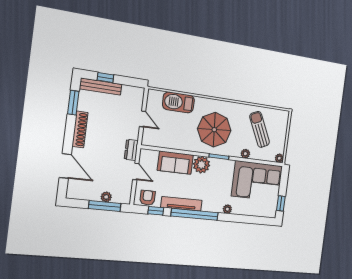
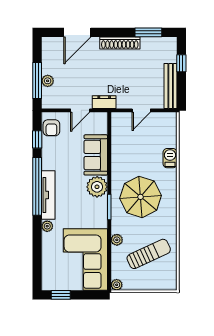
bench: (101, 87) -> (171, 86), moved
barbecue: (178, 102) -> (170, 158), width x0.53, depth x0.65
armchair: (148, 198) -> (51, 128), turned 90
tv unit: (182, 204) -> (48, 195), moved

